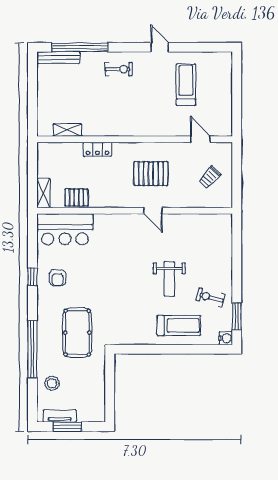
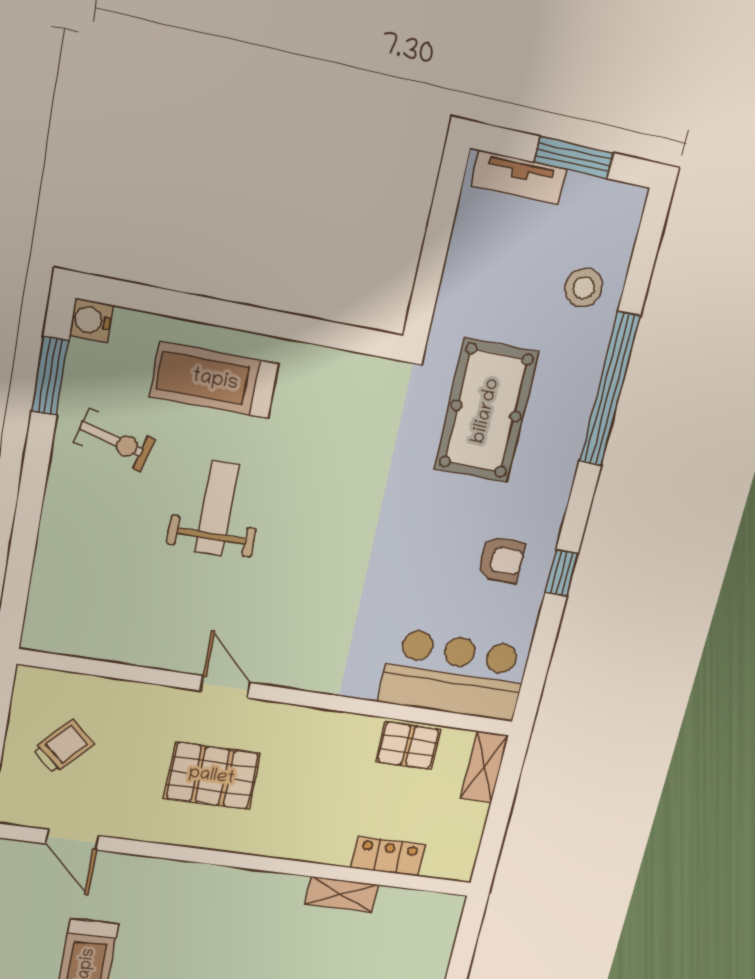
shelving: (67, 130) -> (342, 894), moved
locker: (97, 149) -> (388, 856), moved
armchair: (58, 278) -> (501, 560), turned 90
tv unit: (60, 416) -> (519, 178), moved

